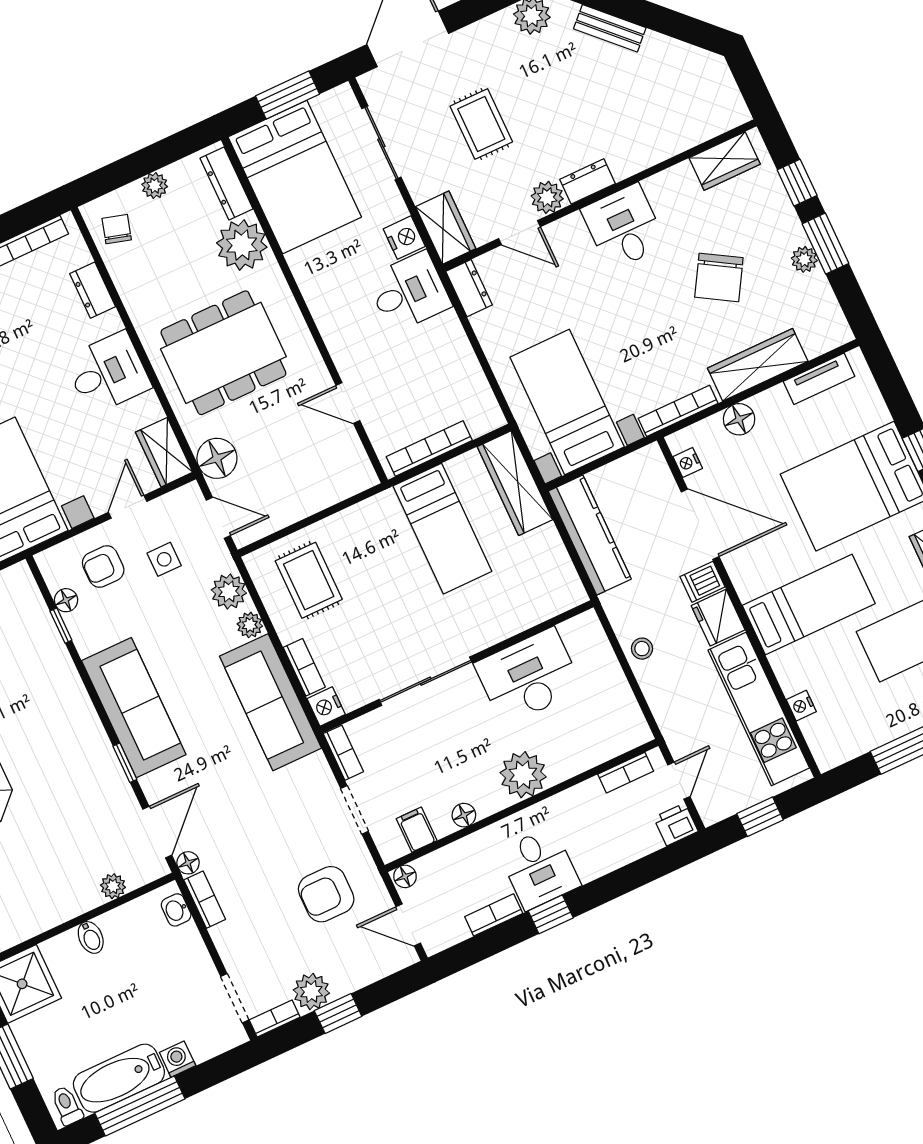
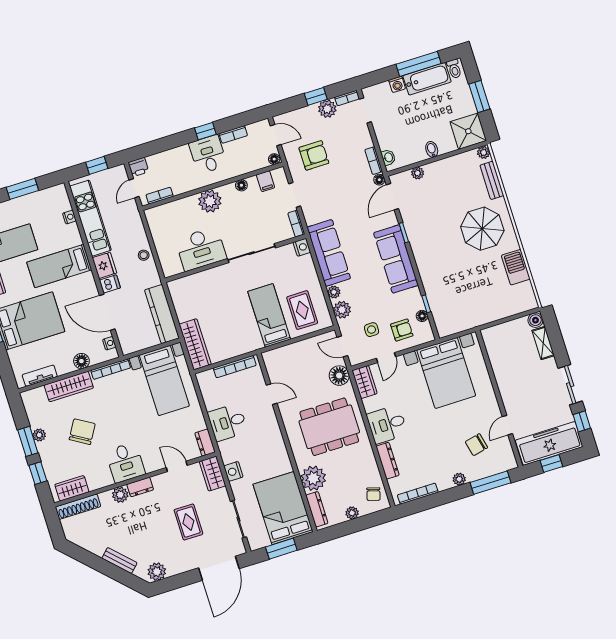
shoe rack: (707, 126) -> (78, 507), added
plant: (547, 197) -> (120, 495), moved
dresser: (93, 290) -> (388, 461), width x1.44
desk: (409, 292) -> (228, 422), moved
bed: (442, 529) -> (269, 315), moved
bookcase: (304, 667) -> (310, 268), removed

